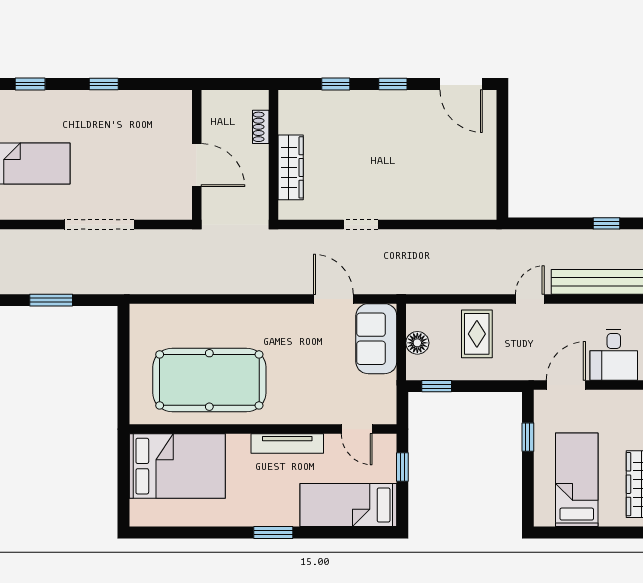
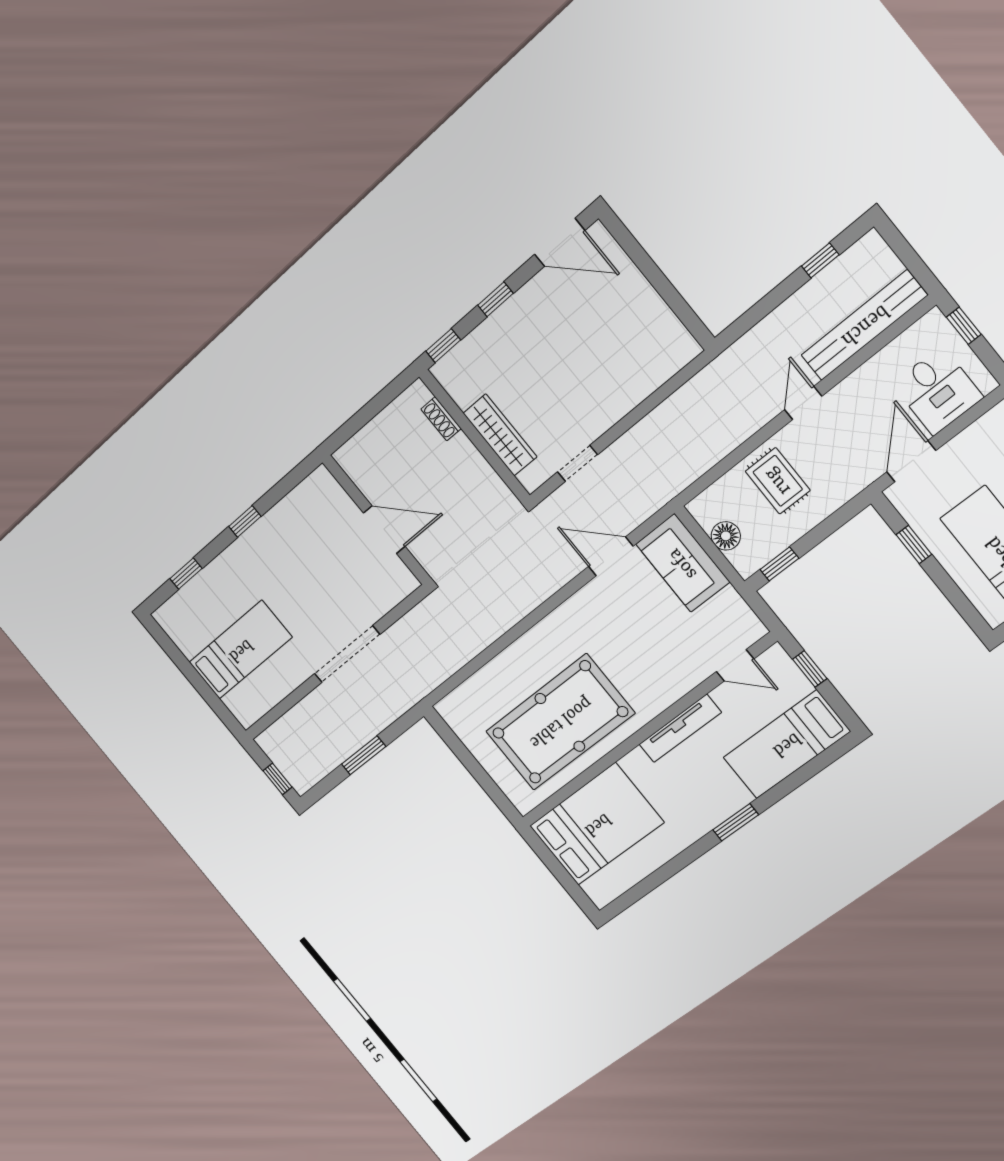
shoe rack: (261, 127) -> (441, 419), moved
wall: (273, 155) -> (474, 436), moved
wardrobe: (291, 167) -> (500, 435), moved

